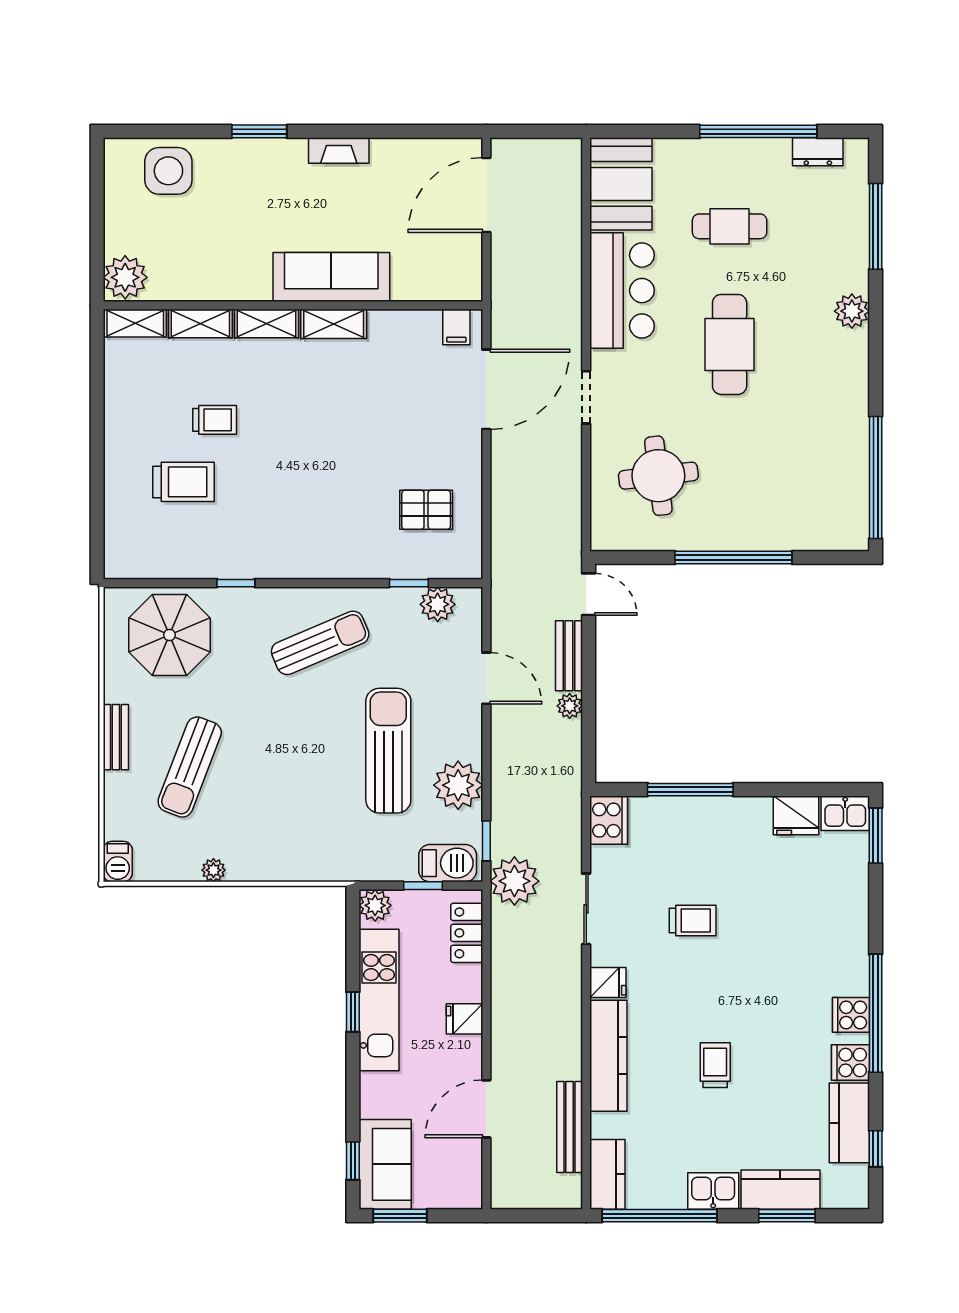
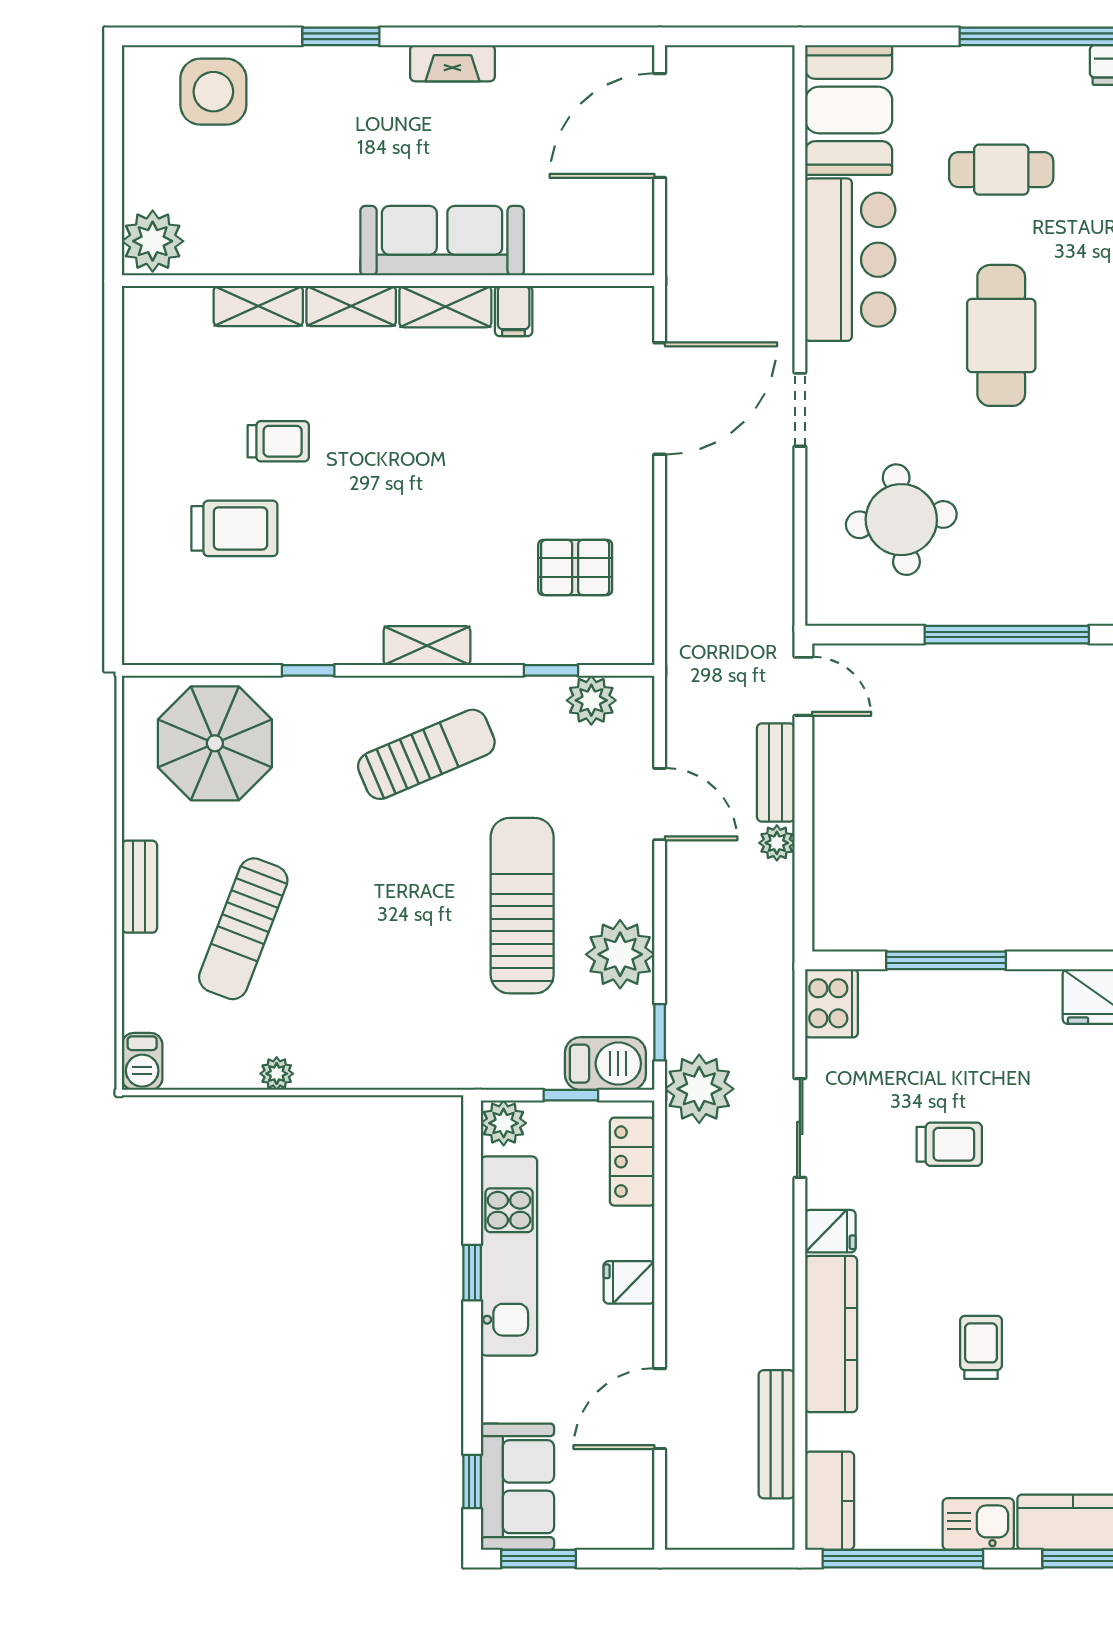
shelving: (135, 323) -> (427, 646), moved
filing cabinet: (456, 327) -> (514, 311), moved

